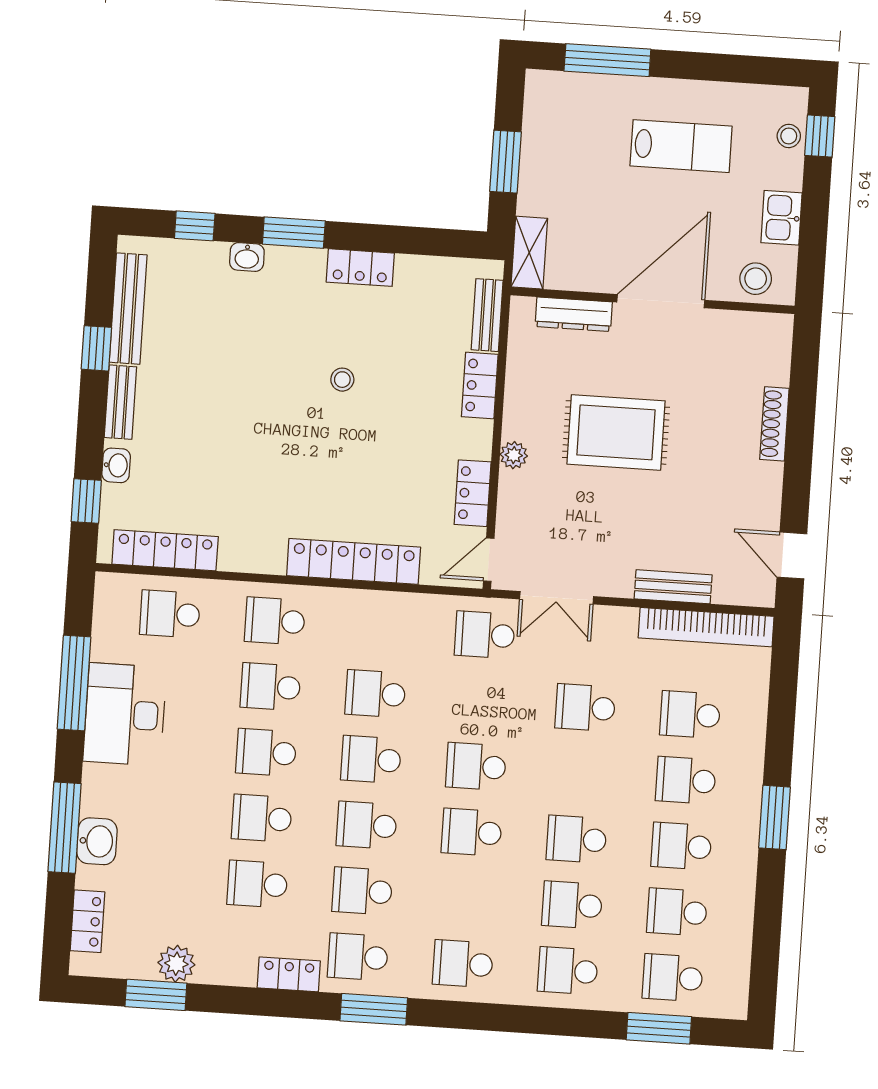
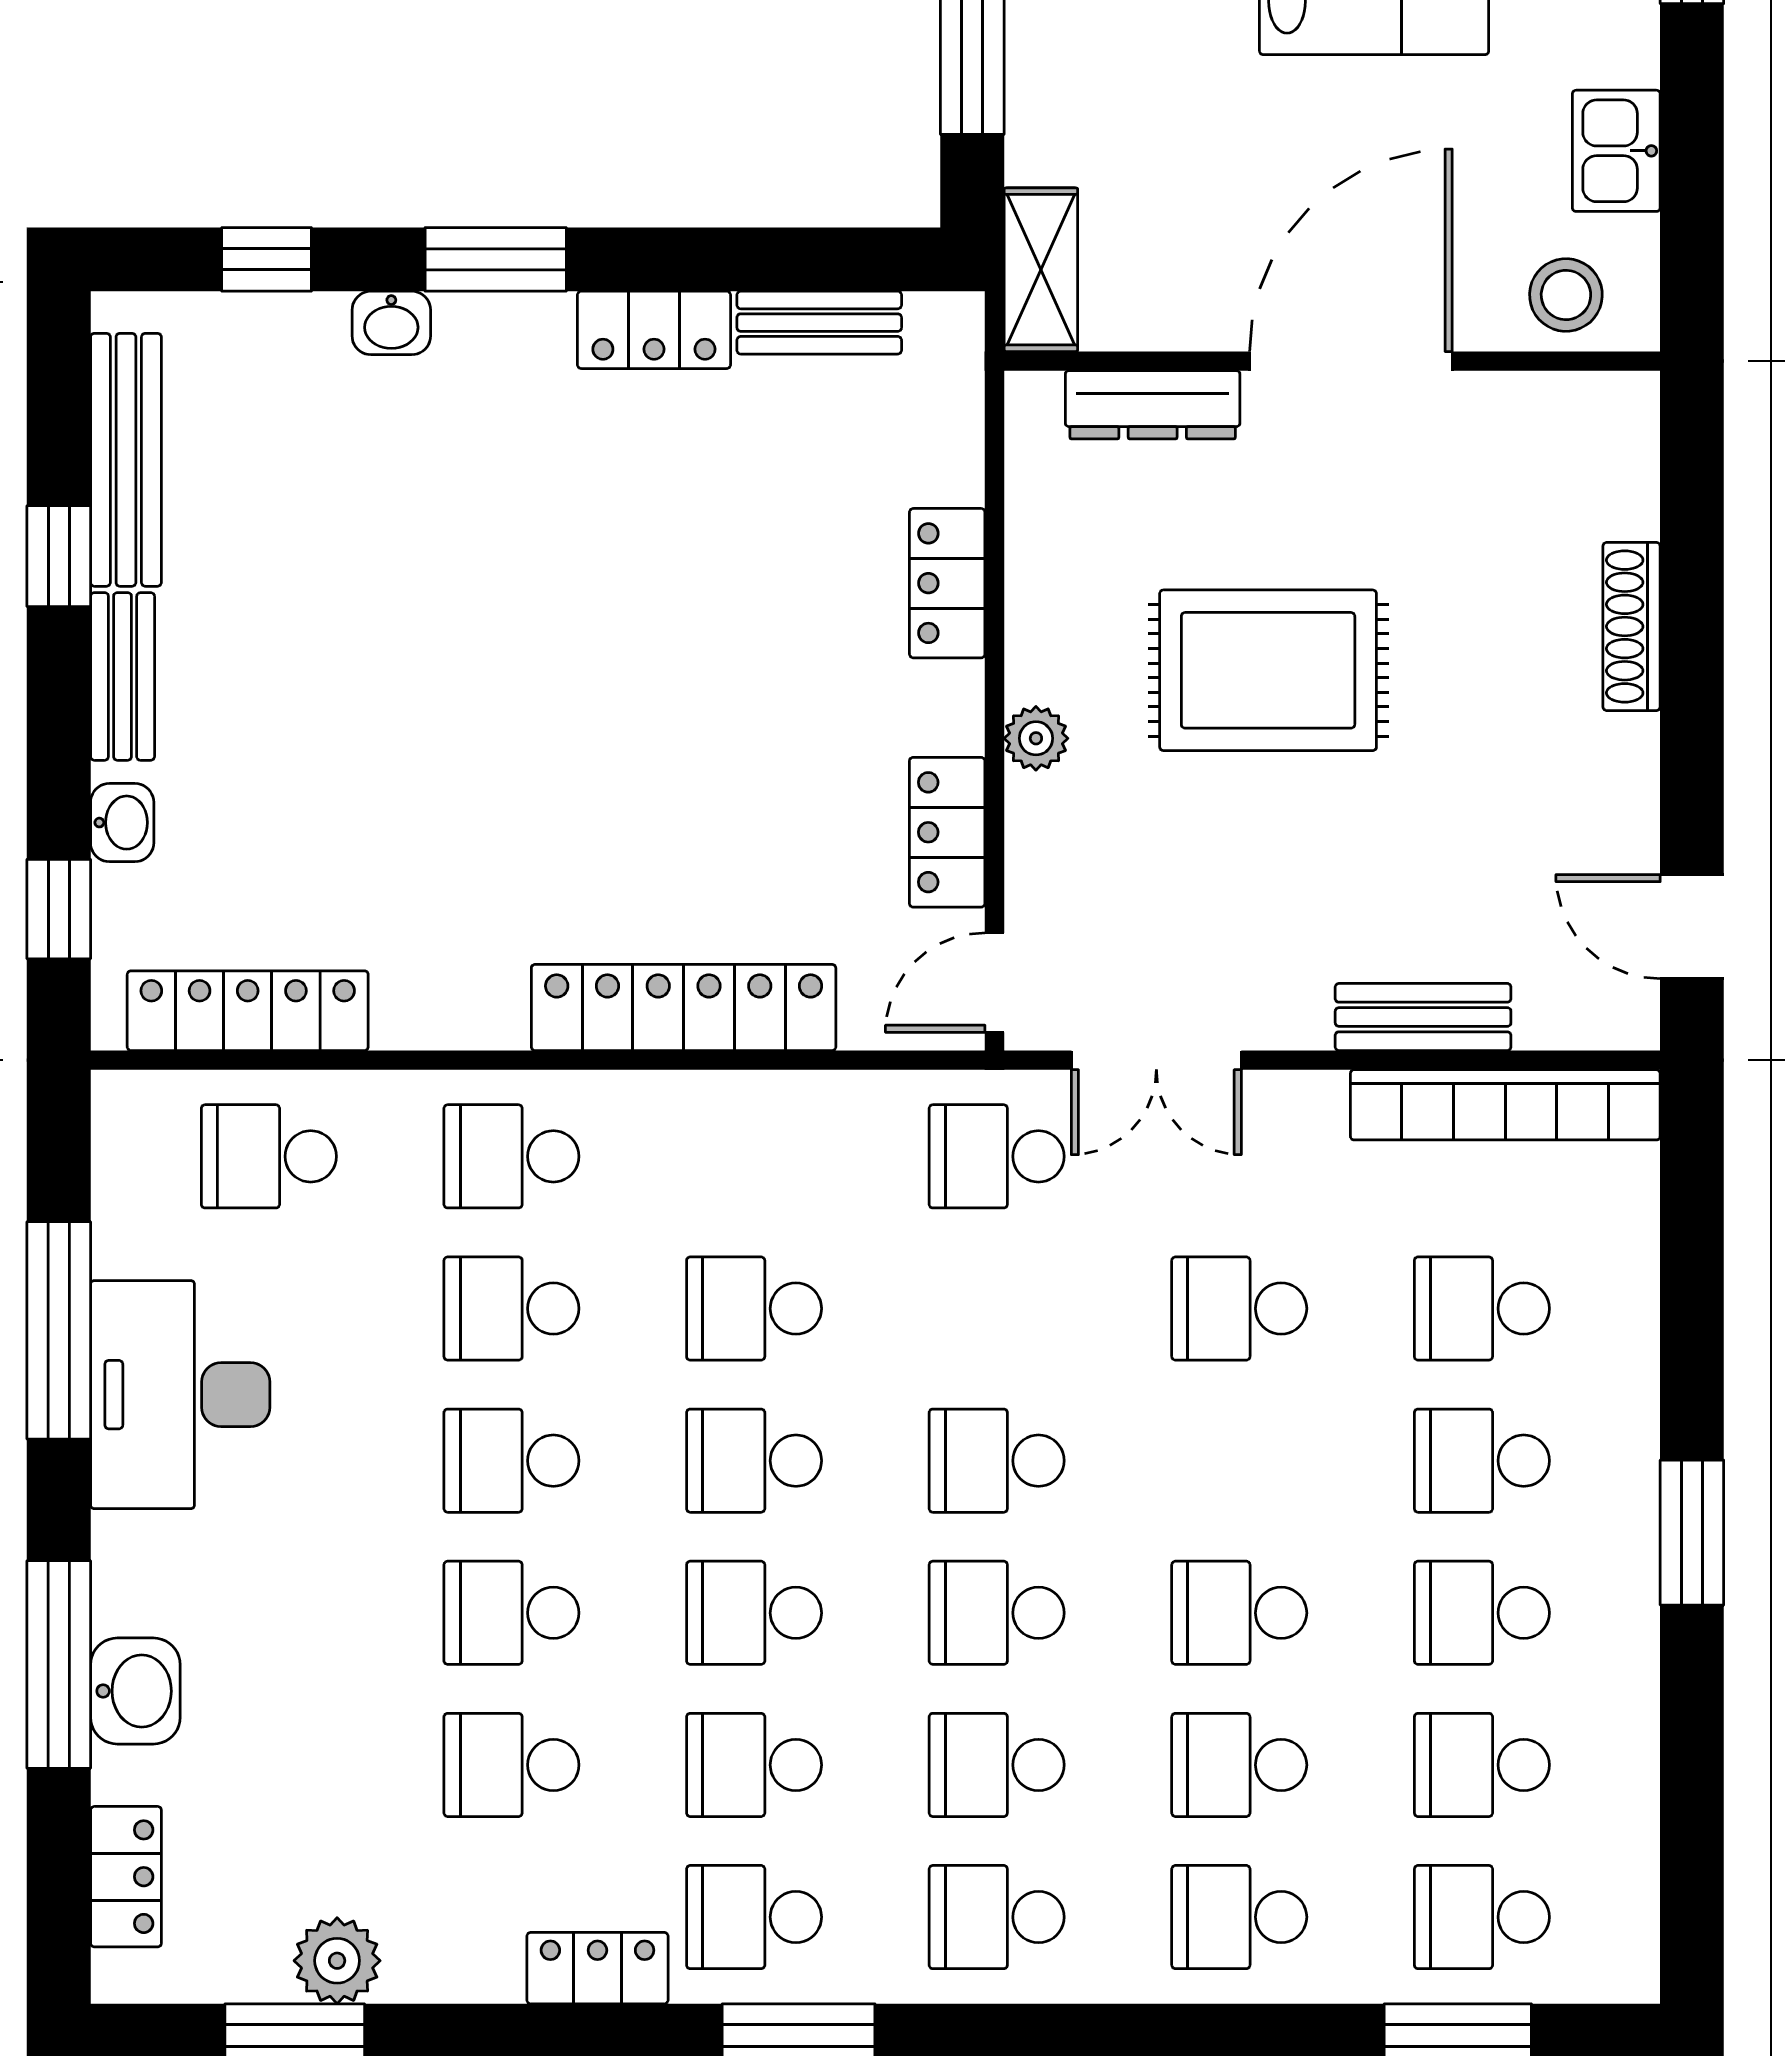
bench: (487, 315) -> (819, 323), moved, turned 90
stool: (342, 380) -> (630, 590), removed
school desk: (467, 898) -> (997, 1765), added

